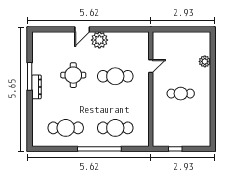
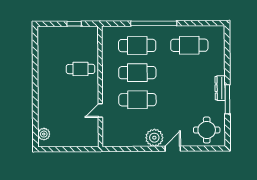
plant: (205, 61) -> (44, 134), moved
round table: (73, 75) -> (207, 130), moved
cafe table: (181, 94) -> (80, 69), moved
cafe table: (115, 102) -> (137, 73), added

